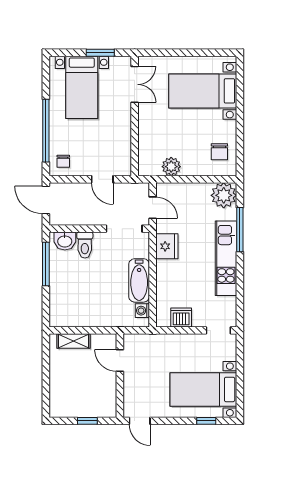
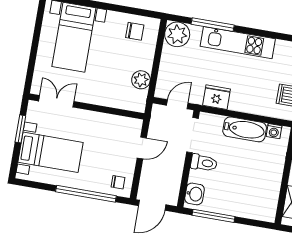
toilet: (85, 245) -> (204, 163), moved

